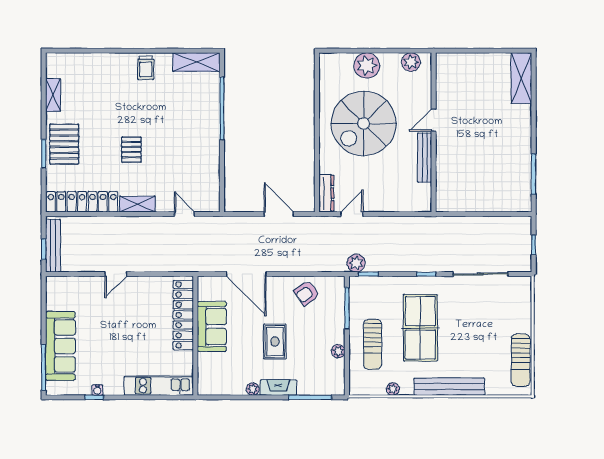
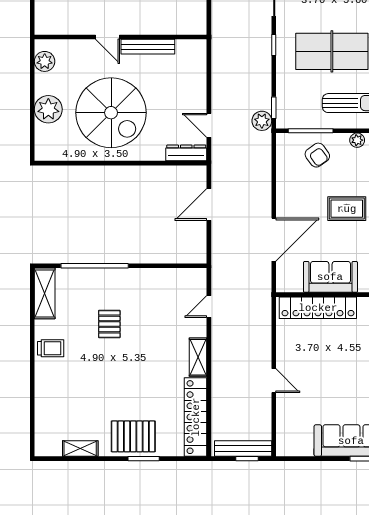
pallet: (131, 150) -> (109, 324), moved, turned 90
armchair: (307, 293) -> (317, 155), moved

